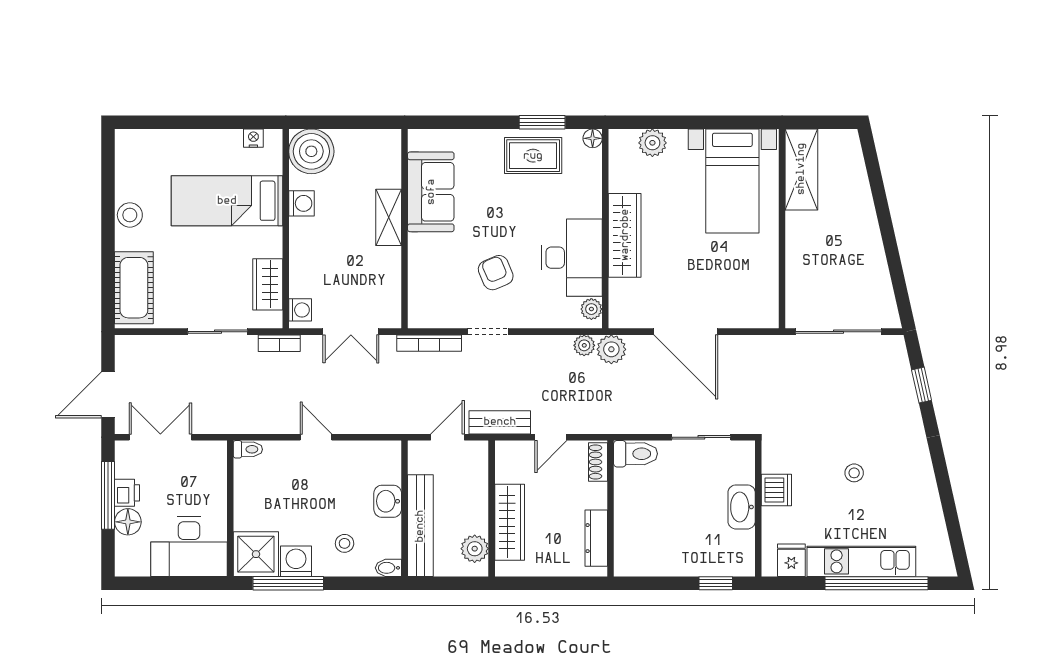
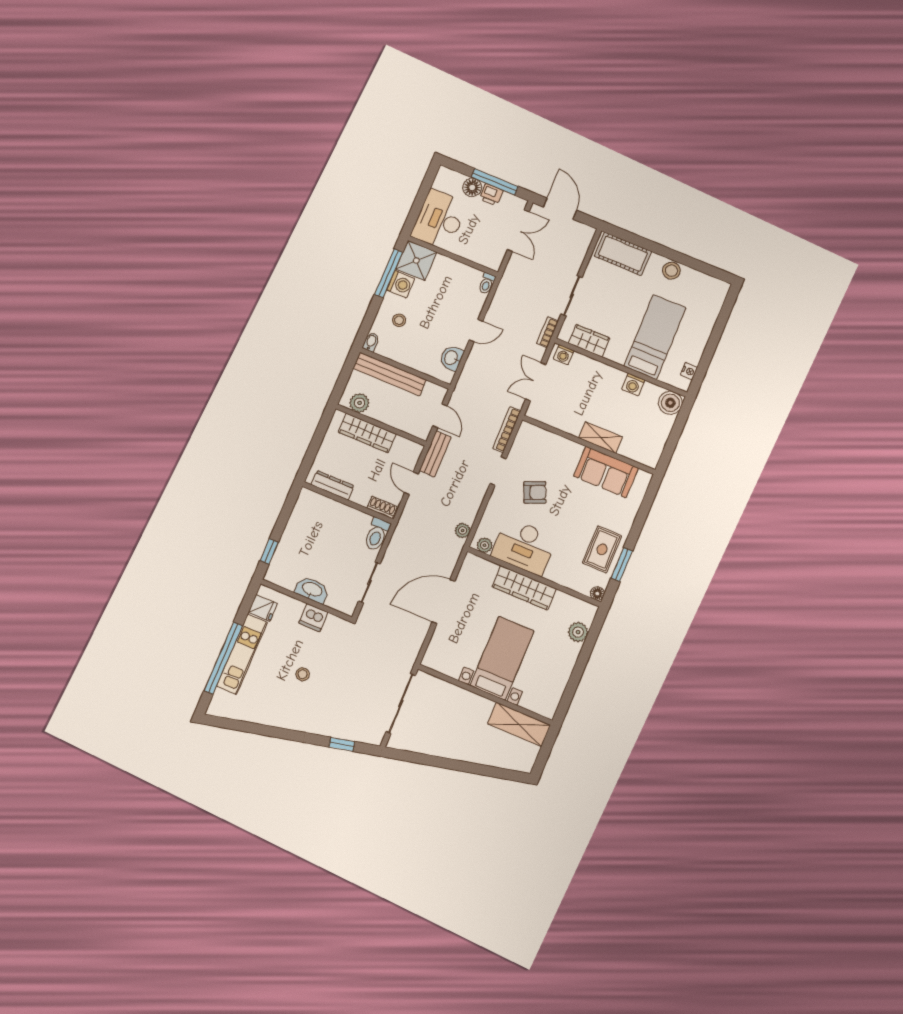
boiler: (311, 151) -> (670, 403), width x0.73, depth x0.73
bed with nightstands: (732, 181) -> (502, 658), moved, turned 90
plant: (611, 349) -> (452, 547), removed
washbasin: (388, 501) -> (451, 358), moved, turned -90

